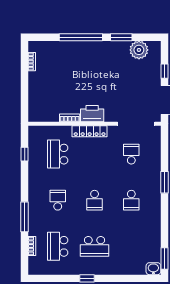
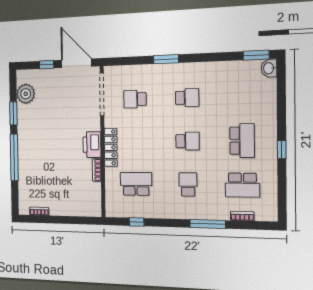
school desk: (58, 154) -> (136, 184), turned 180
school desk: (58, 200) -> (188, 184), turned 90

